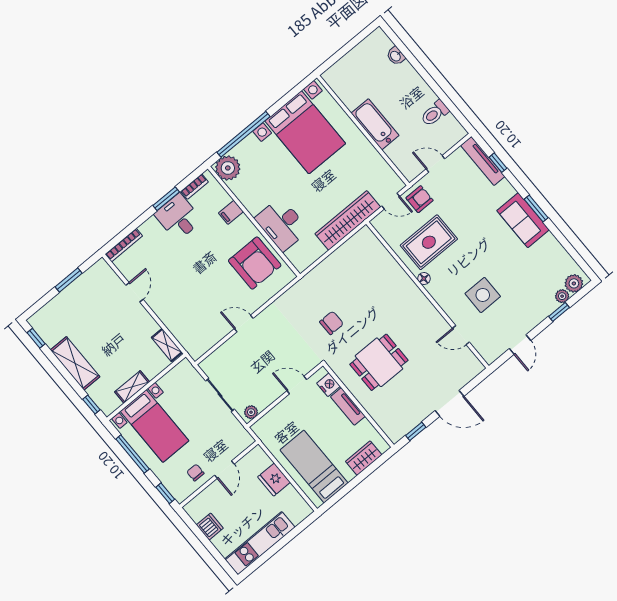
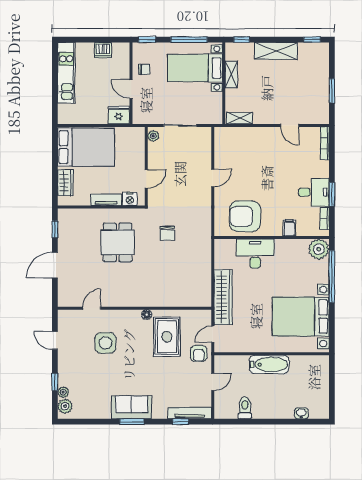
bed: (314, 466) -> (86, 147), width x1.50
fridge: (274, 480) -> (119, 115), moved

